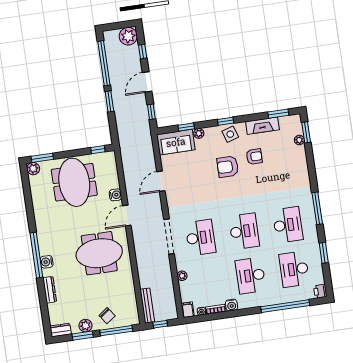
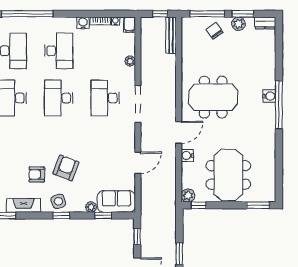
armchair: (228, 167) -> (66, 168), turned -69
plant: (33, 169) -> (188, 195), moved
dresser: (50, 290) -> (270, 67), removed

